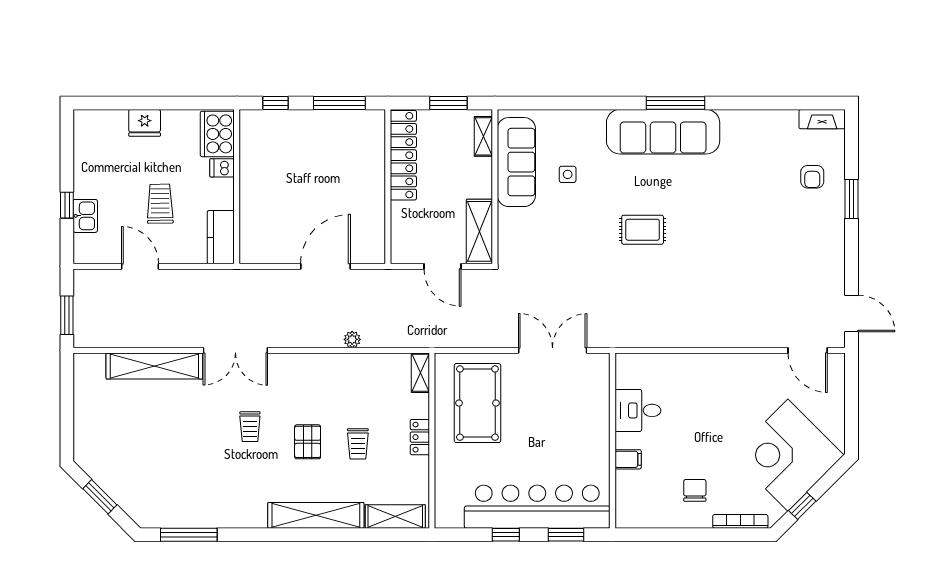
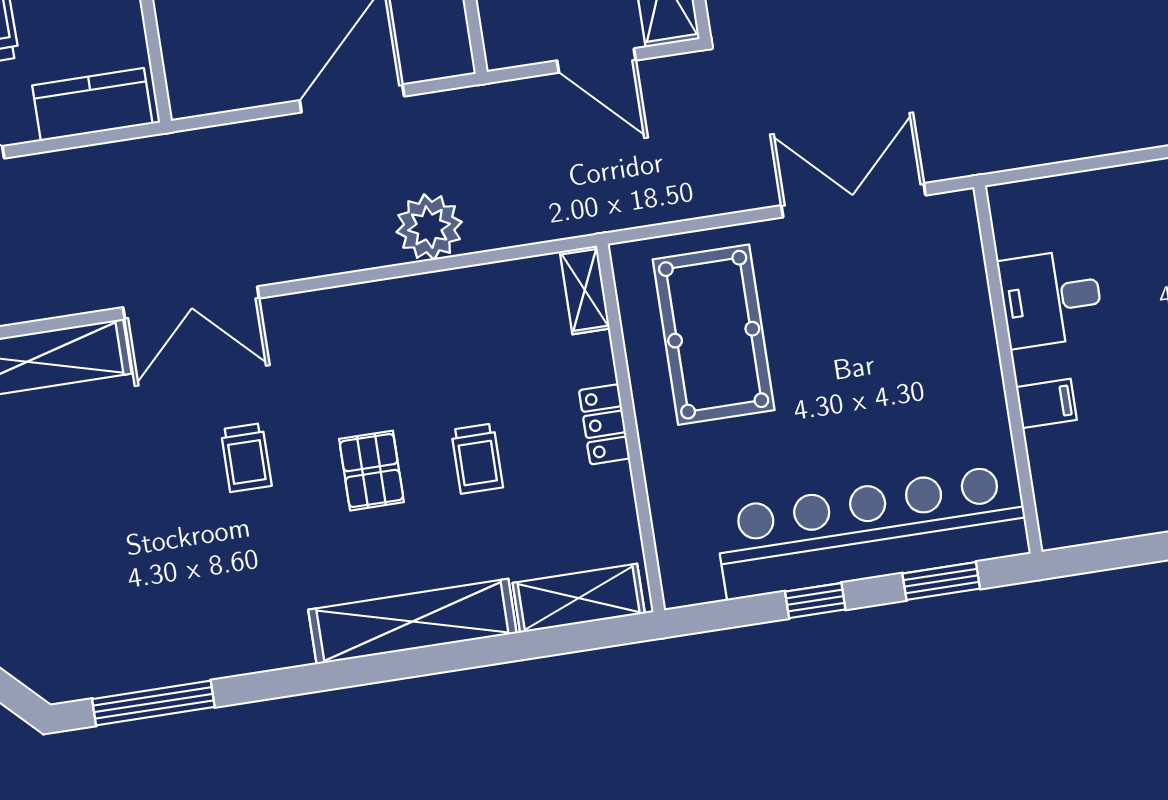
kitchen counter: (221, 237) -> (92, 105), moved, turned 90
plant: (352, 339) -> (429, 227), width x1.87, depth x1.87

